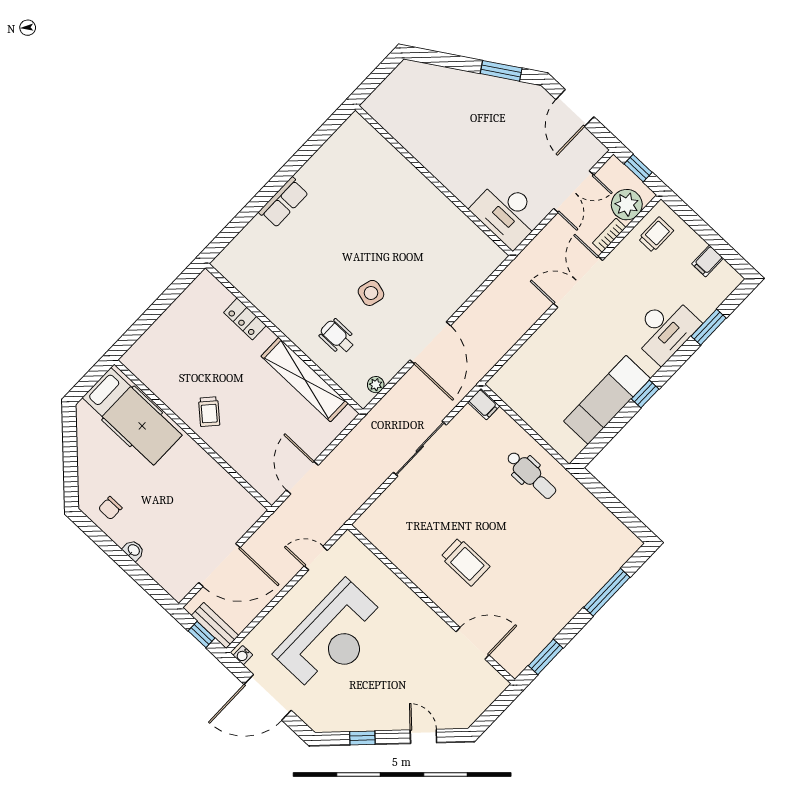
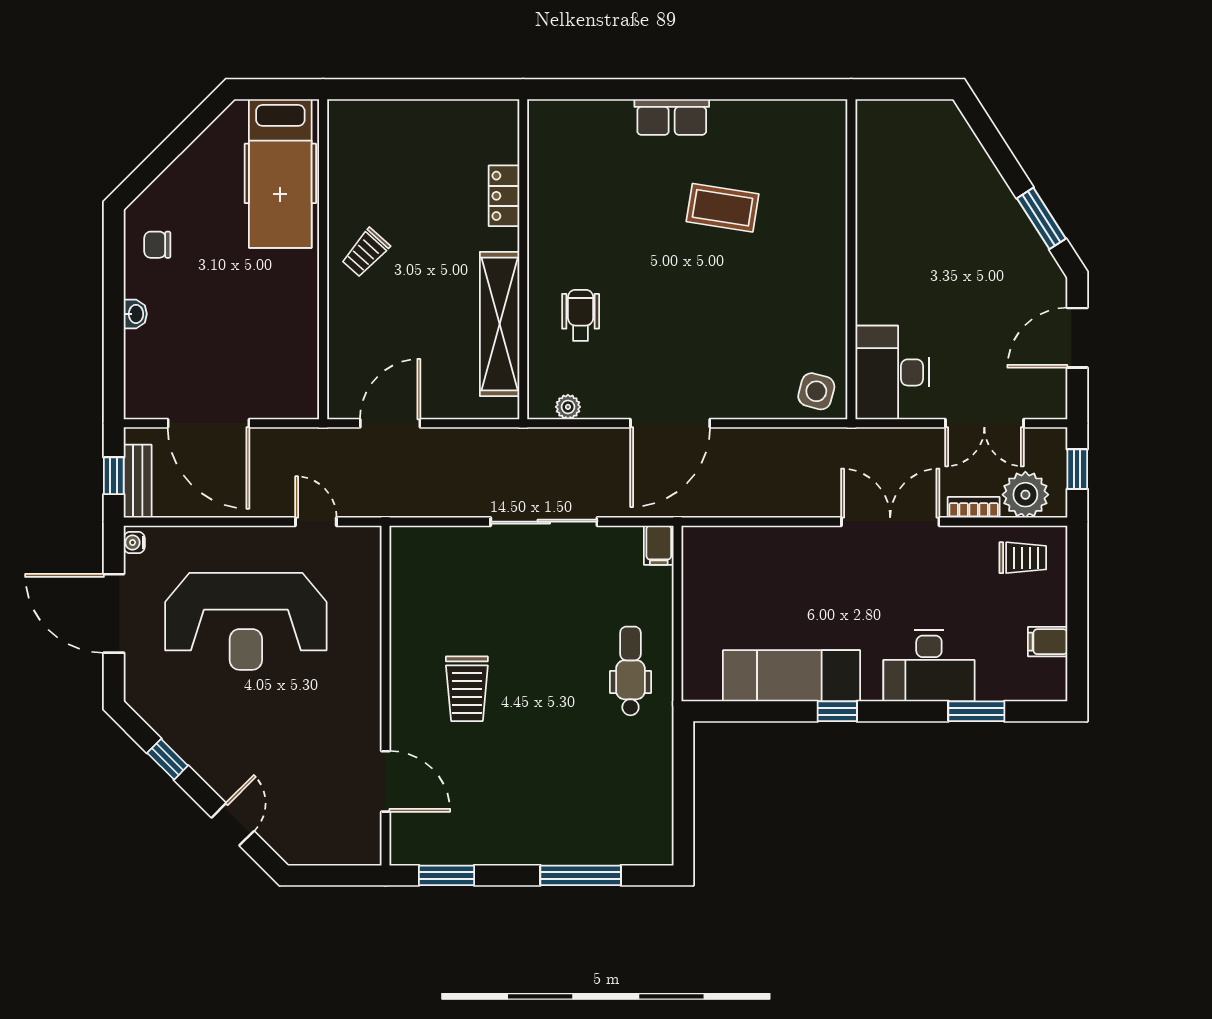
coffee table: (350, 219) -> (723, 208), added
side table: (371, 293) -> (816, 391), moved
dental chair: (531, 475) -> (630, 671), turned 180

